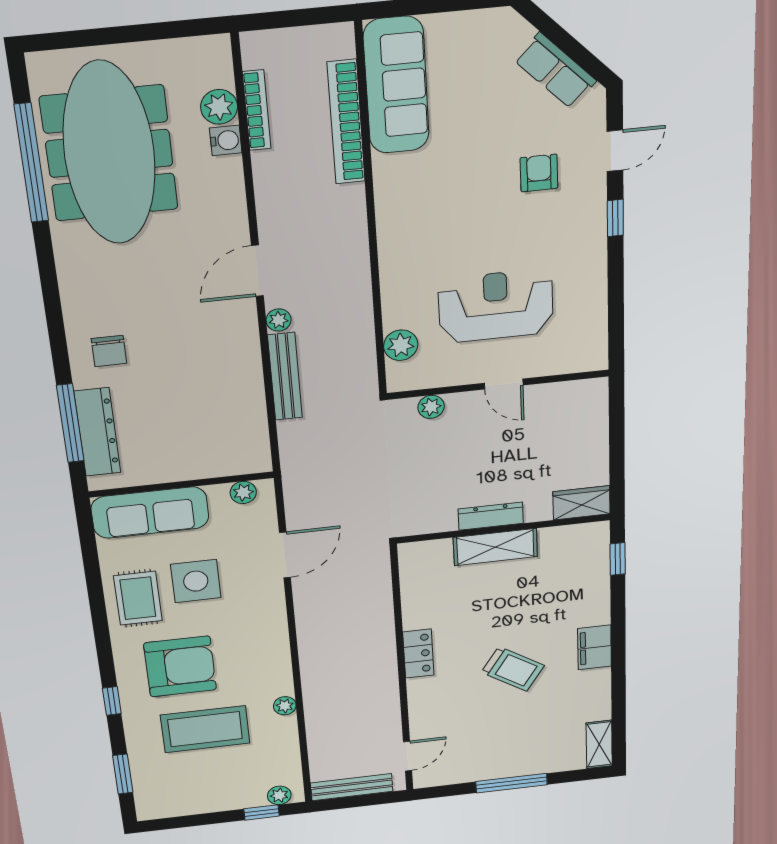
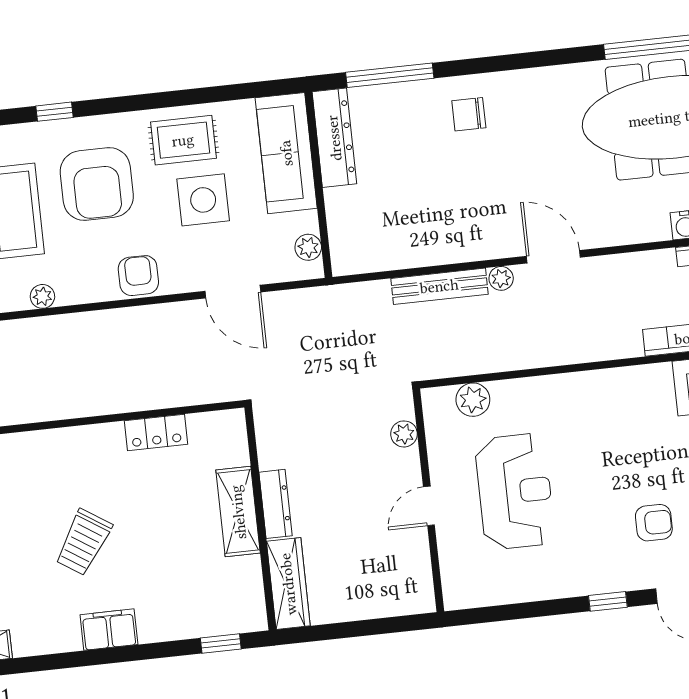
dresser: (97, 432) -> (334, 138), moved, turned -90
wardrobe: (582, 503) -> (288, 584), width x1.50
armchair: (267, 632) -> (138, 276), added
locker: (418, 654) -> (156, 432), moved

